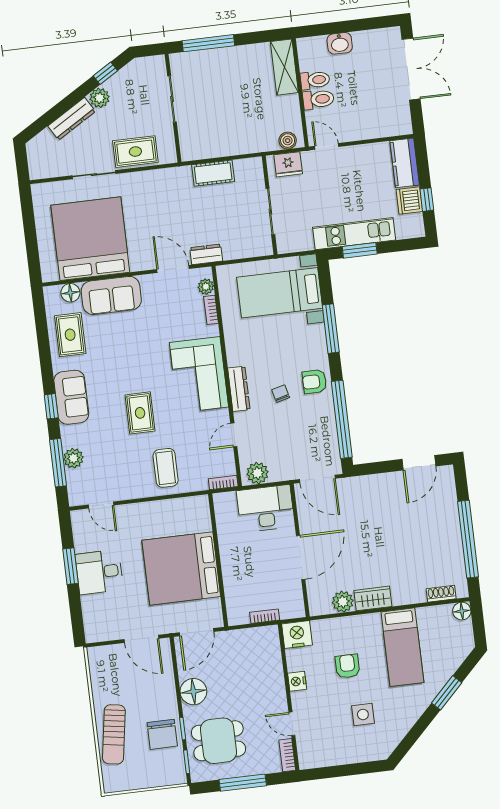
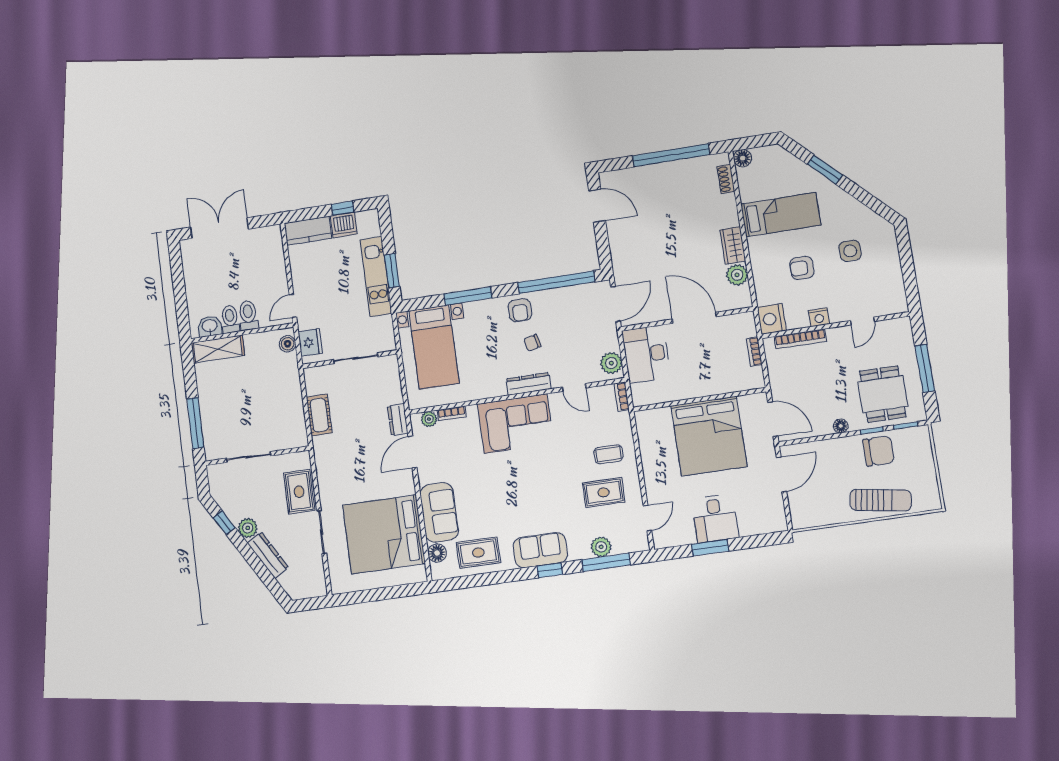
washbasin: (340, 43) -> (210, 326), moved, turned -90
rug: (140, 413) -> (604, 492), moved
coffee table: (166, 468) -> (608, 454), width x0.73, depth x0.77
floor lamp: (193, 692) -> (841, 426), width x0.53, depth x0.53
bookcase: (287, 755) -> (800, 339), moved, width x1.56

